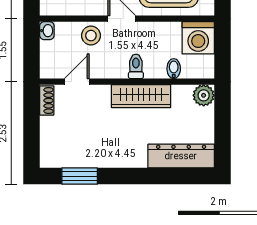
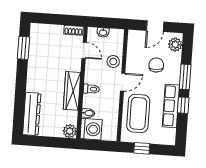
washbasin: (47, 31) -> (103, 32), moved
washing machine: (198, 38) -> (91, 129), moved, turned 180

